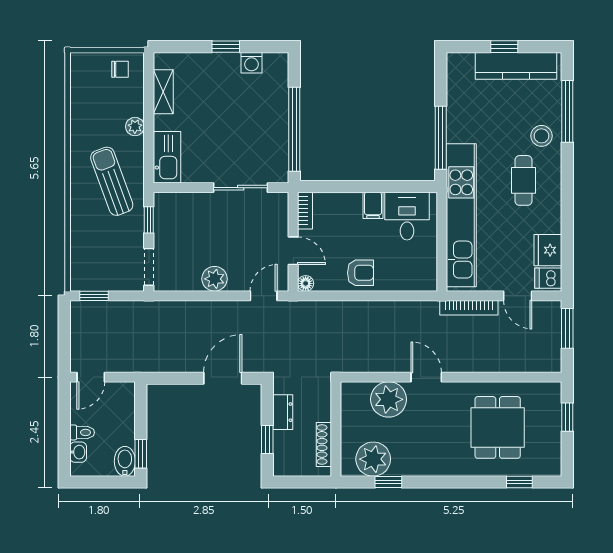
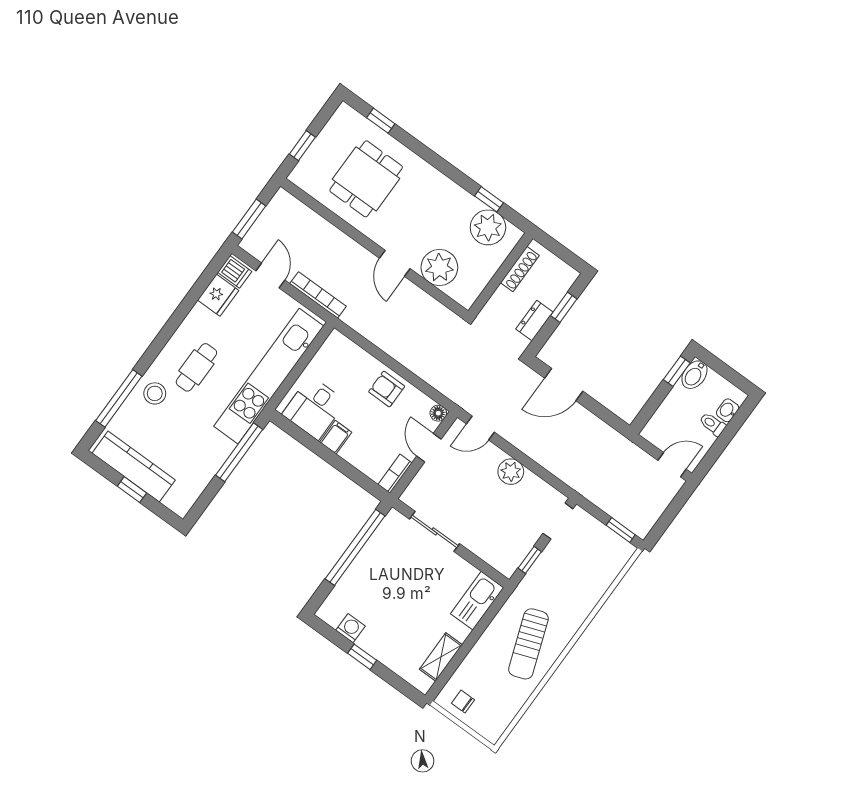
plant: (135, 127) -> (485, 645), removed
sun lounger: (112, 181) -> (528, 644), moved

